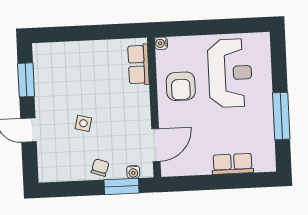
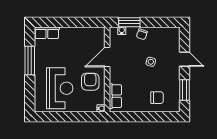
chair: (70, 65) -> (157, 98), added
reception desk: (230, 73) -> (60, 88), turned 180
door: (156, 145) -> (107, 57), moved
row of seats: (233, 164) -> (47, 33), moved

